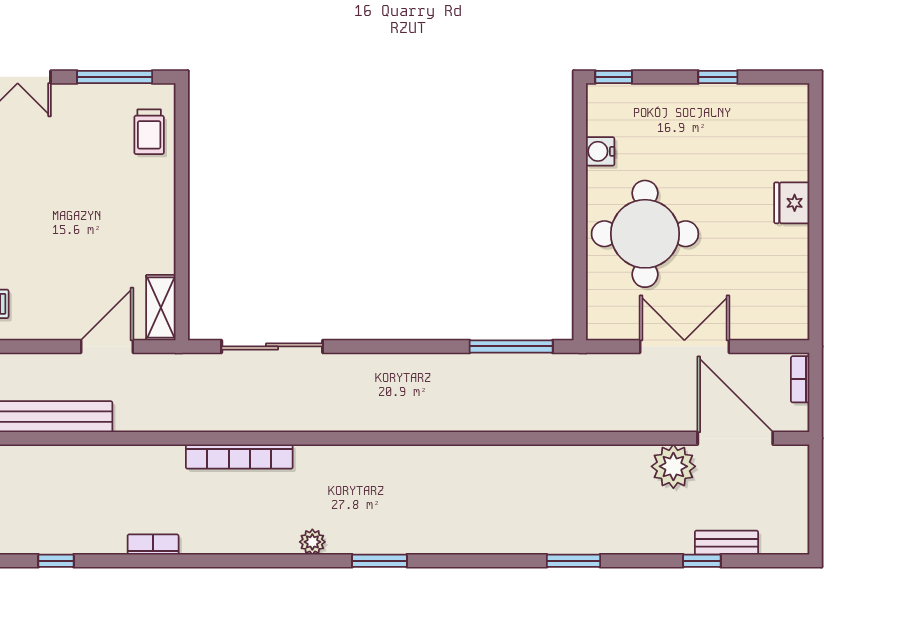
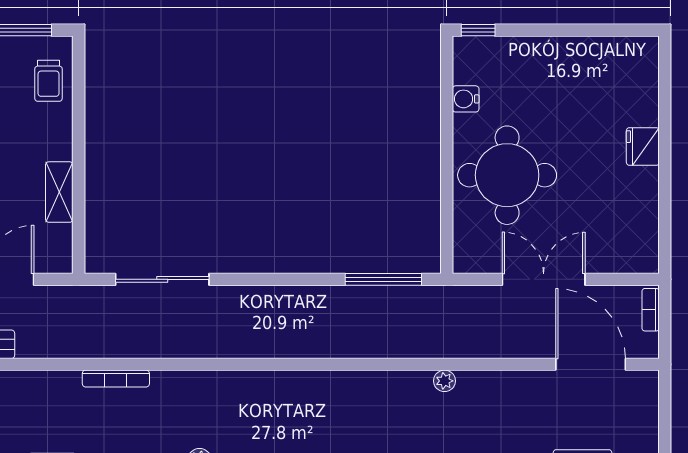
window: (718, 77) -> (574, 30), removed
shelving: (161, 308) -> (59, 192), moved
bookcase: (239, 457) -> (116, 379), width x0.68, depth x0.76
plant: (673, 466) -> (444, 381), moved, width x0.53, depth x0.53

